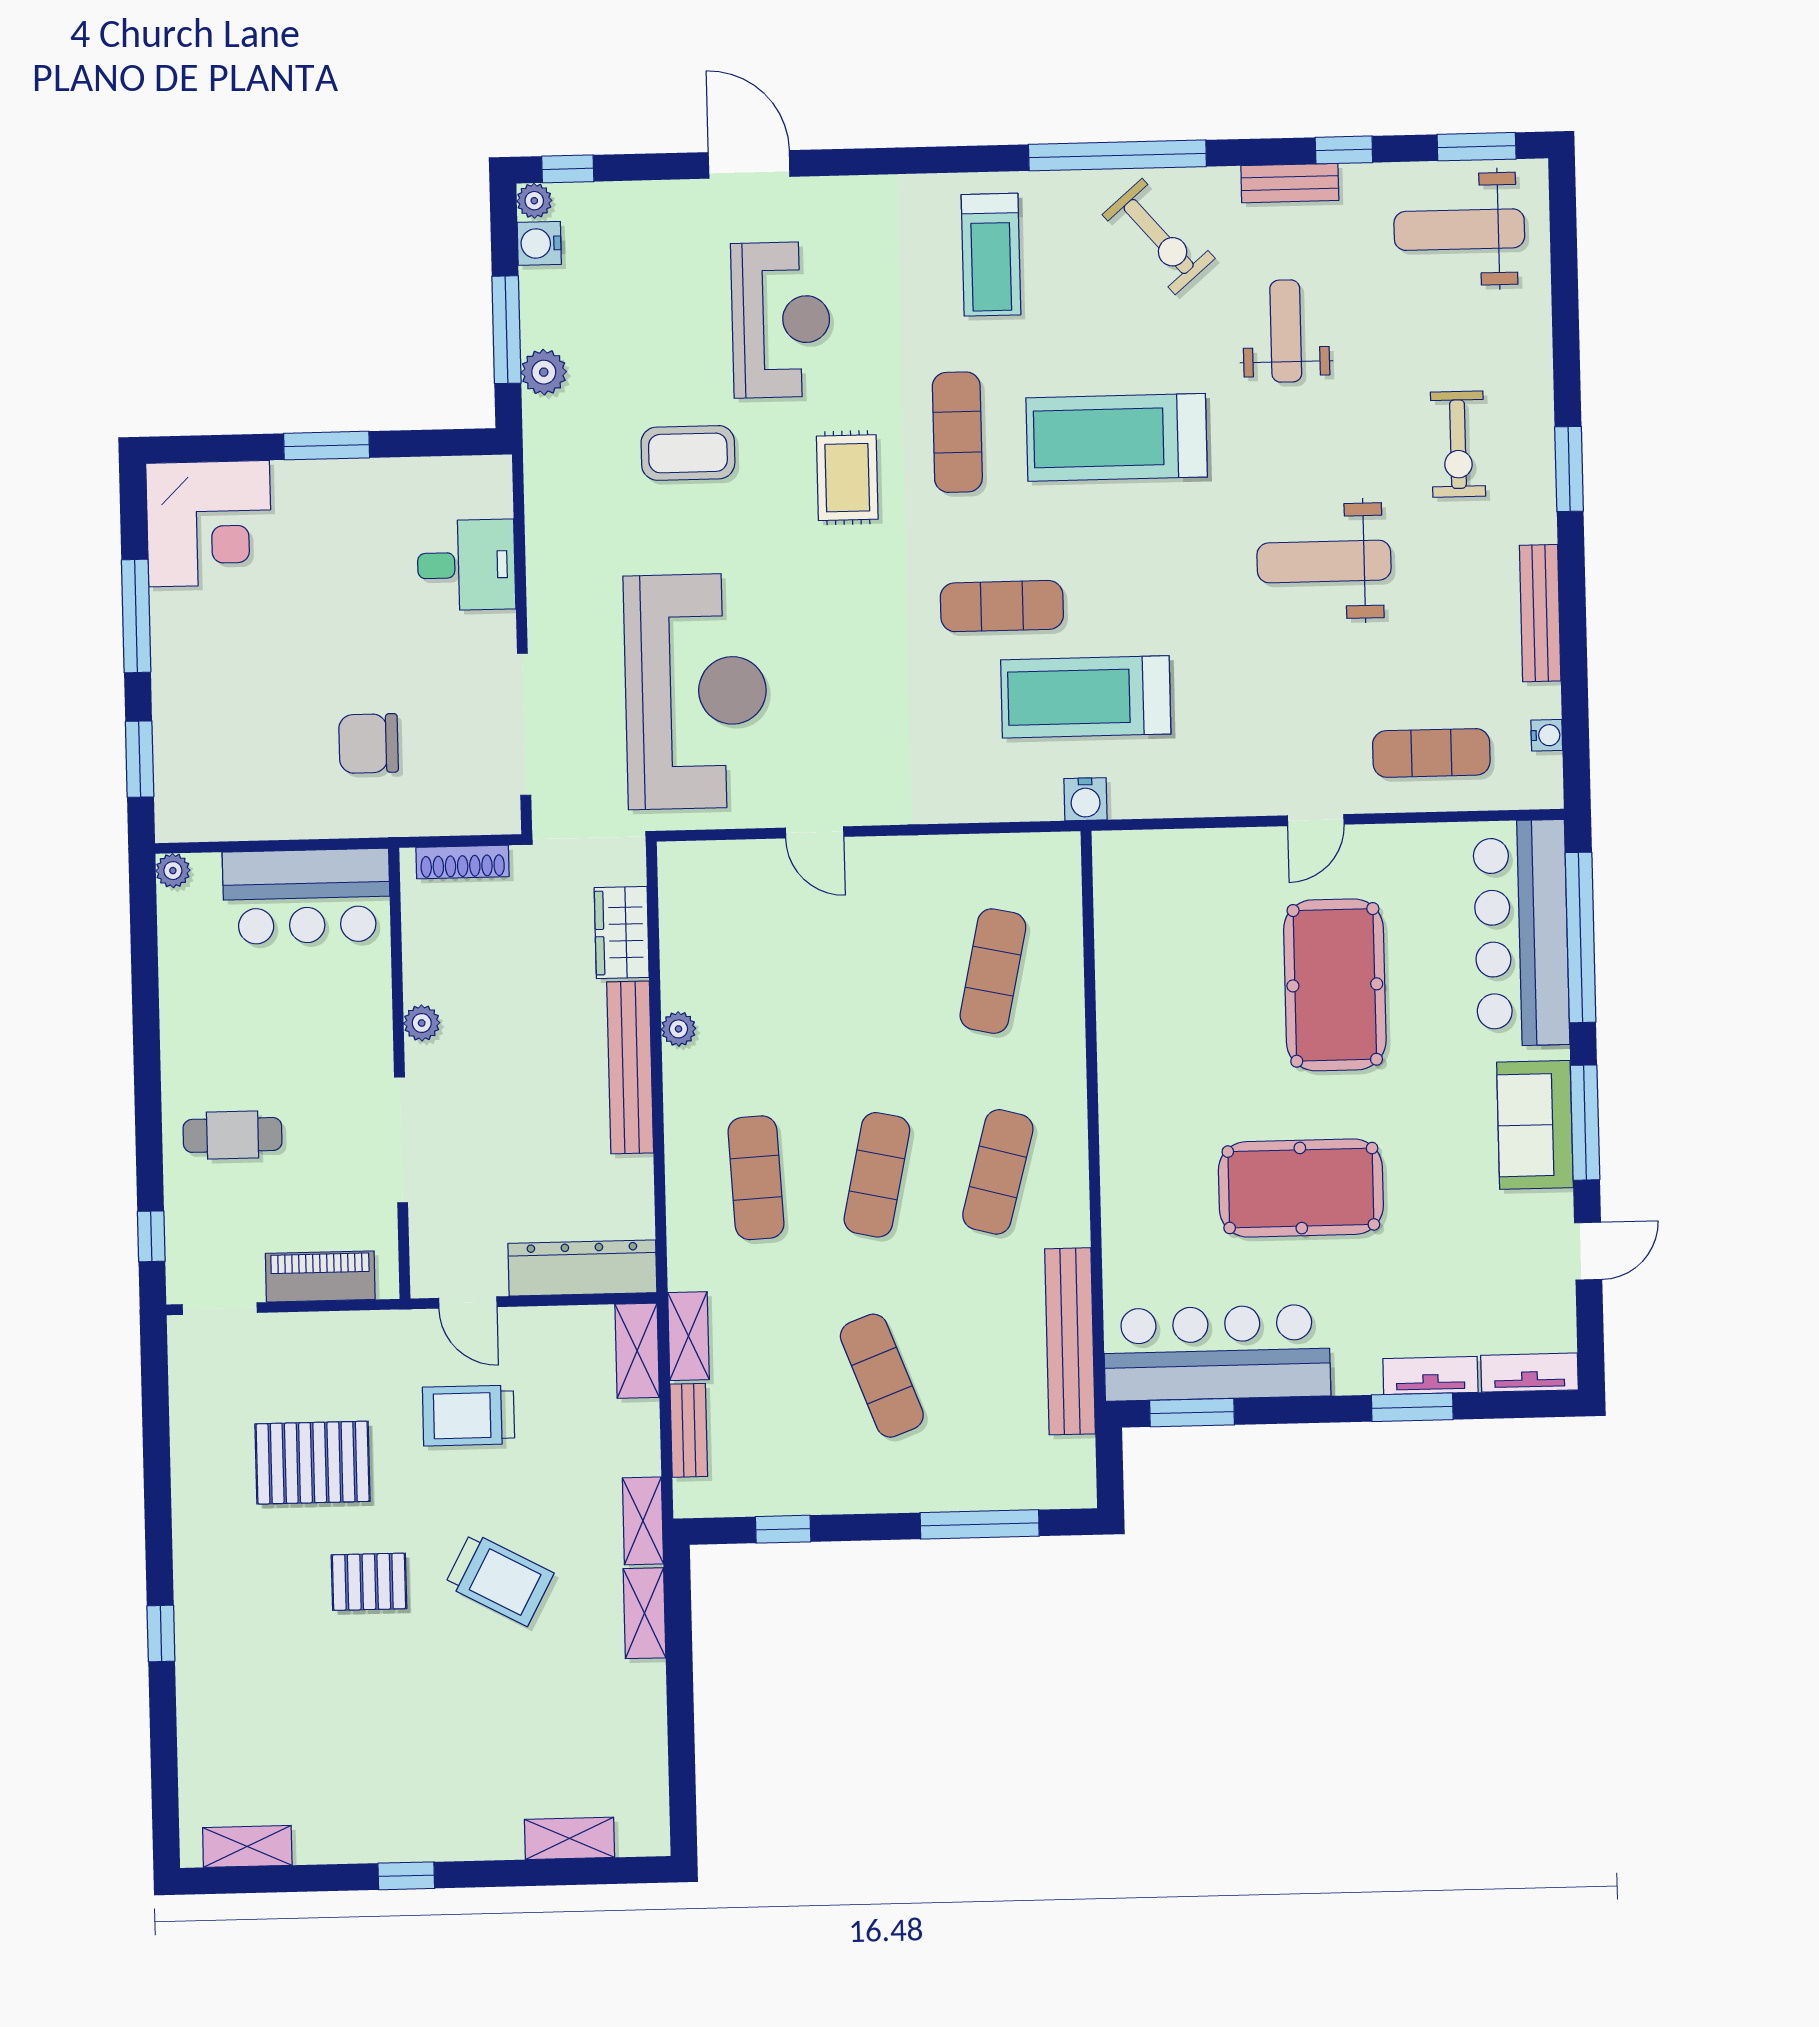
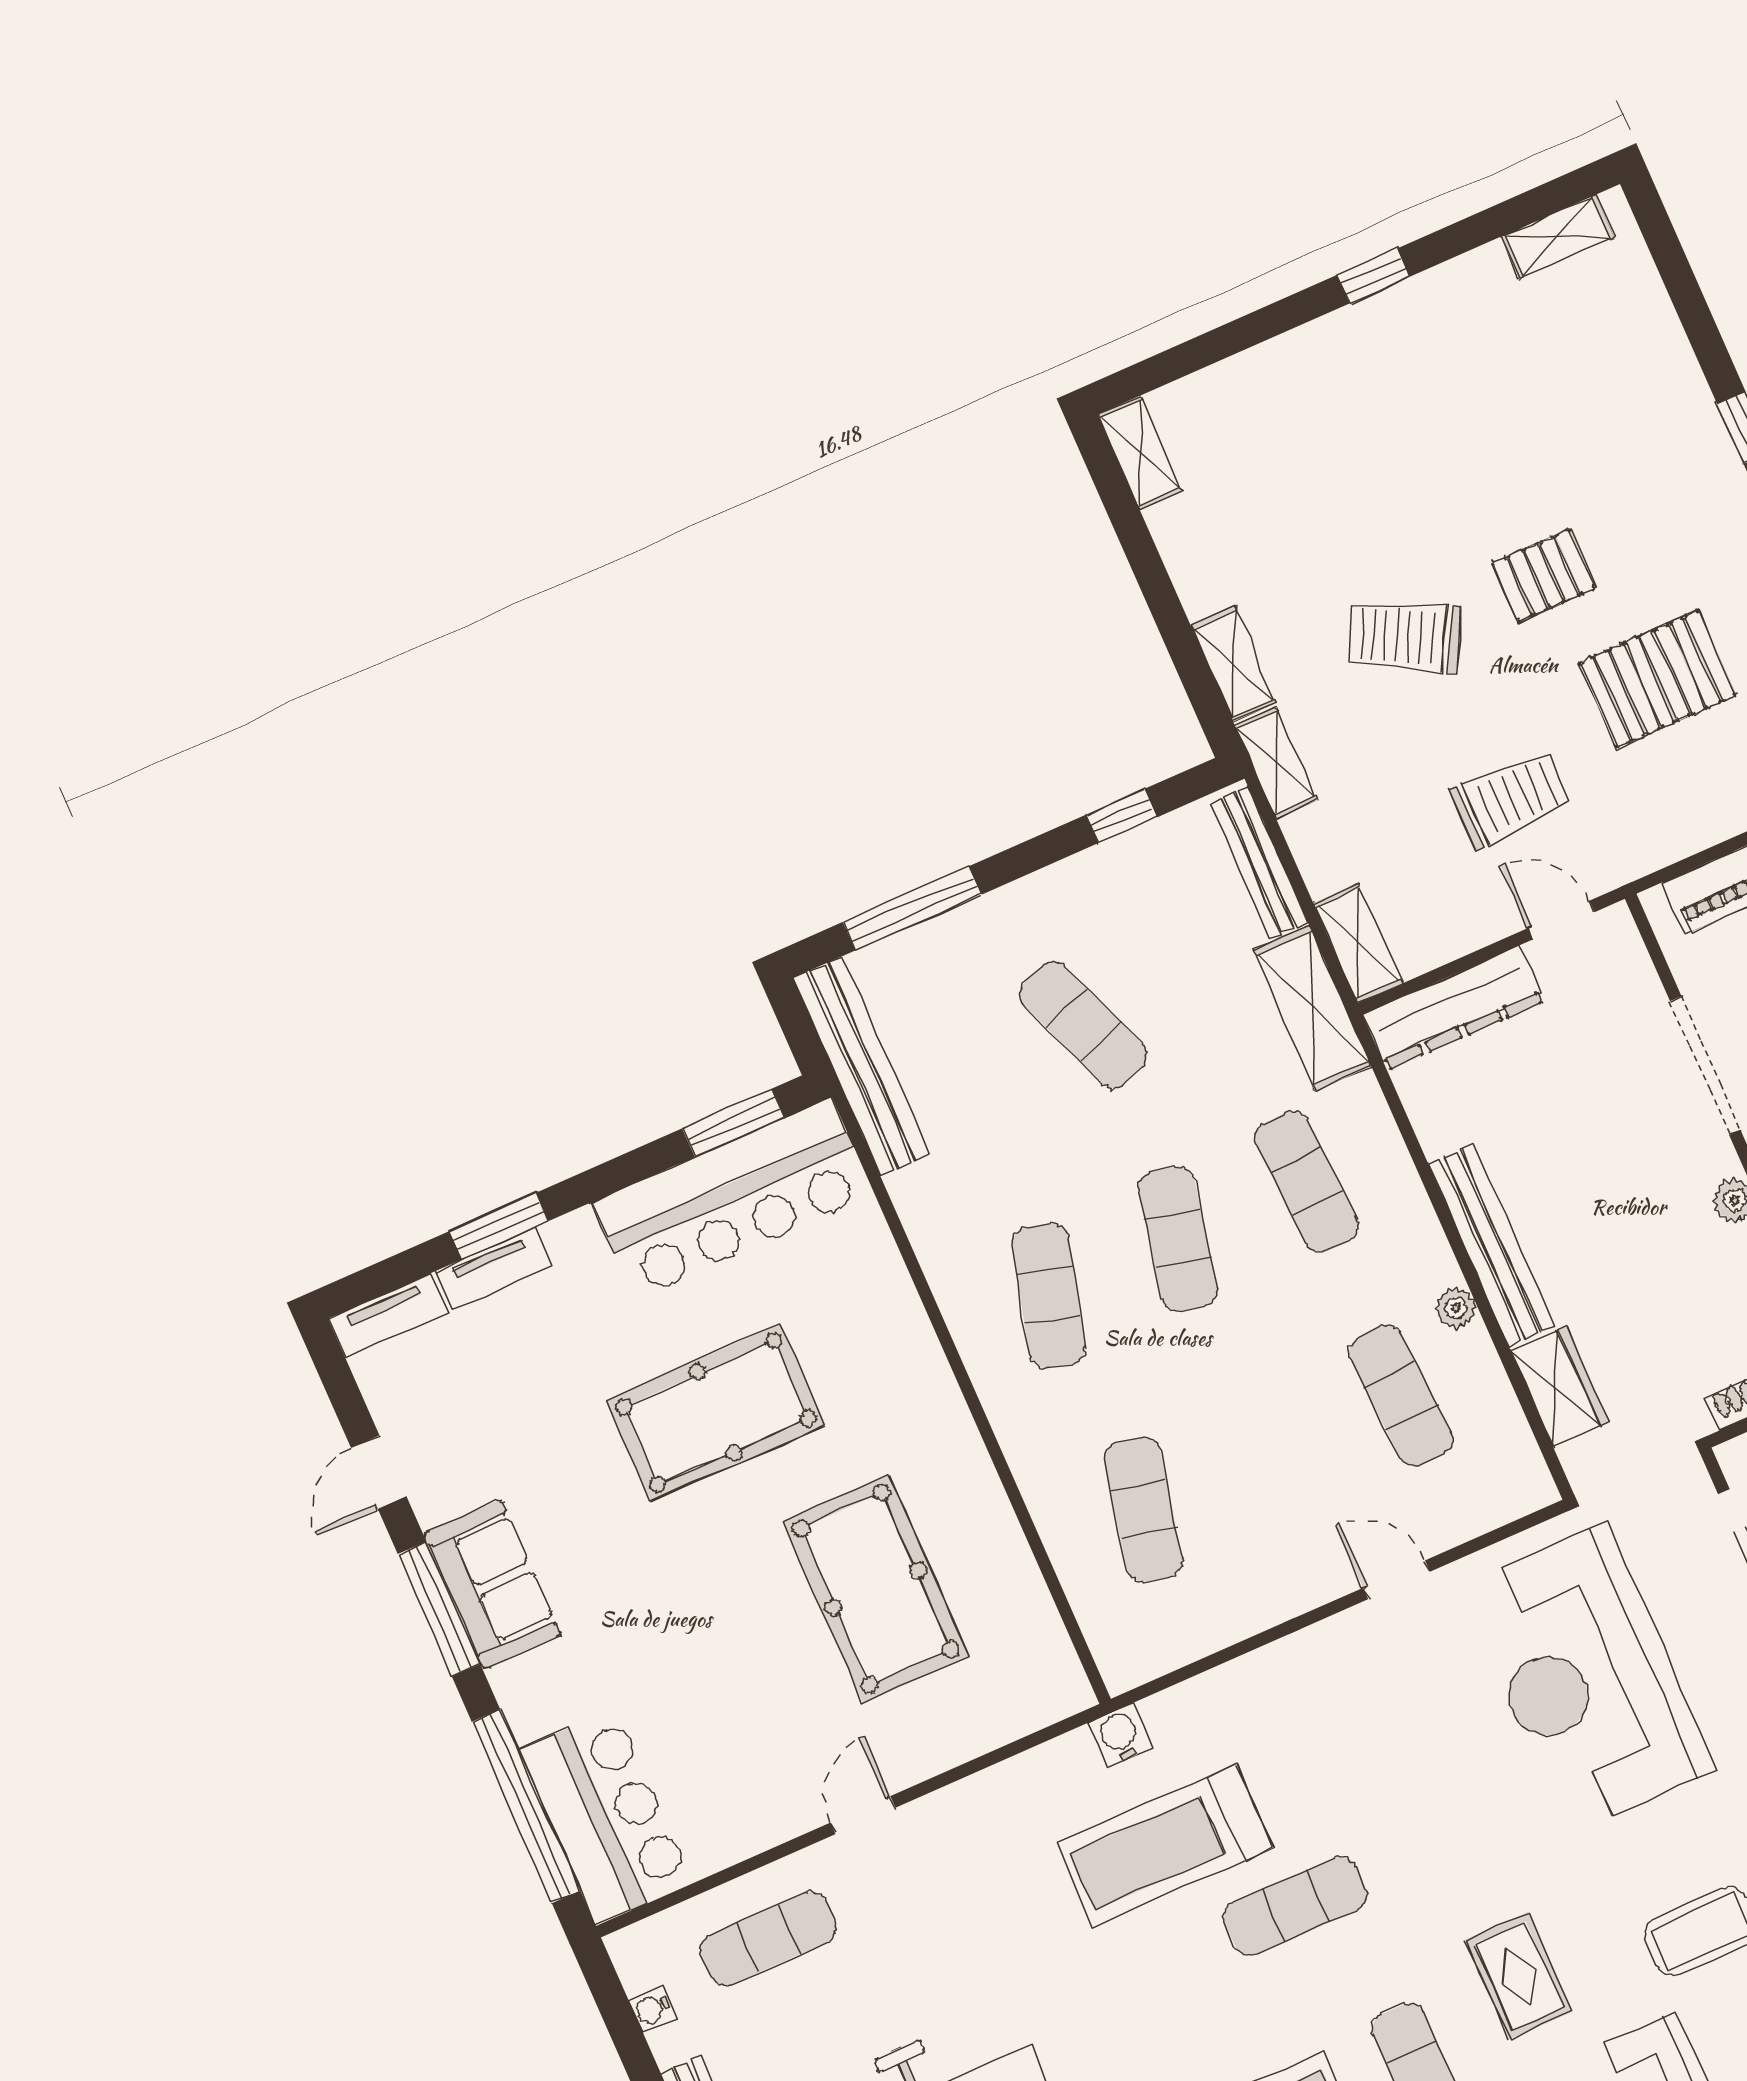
treadmill: (1086, 697) -> (1165, 1846), turned 180
bar counter: (1521, 933) -> (606, 1817), width x0.73
exercise mat: (751, 977) -> (1401, 1396), added
pool table: (1335, 985) -> (876, 1589), moved
shelving: (688, 1336) -> (1312, 1008), width x1.50, depth x1.33
bench: (1070, 1341) -> (861, 1066), moved
bench: (689, 1430) -> (1259, 862), width x1.36
shelving: (569, 1838) -> (1140, 453), moved, turned 90

